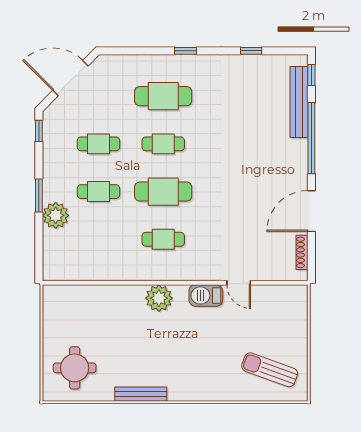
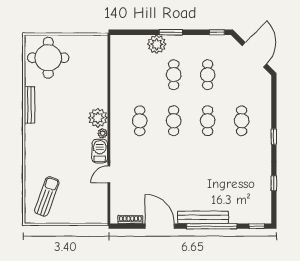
cafe table: (163, 96) -> (242, 121), width x0.73, depth x0.74
bench: (299, 102) -> (203, 217), moved
cafe table: (163, 192) -> (174, 121), width x0.73, depth x0.74
plant: (181, 291) -> (103, 133), added
round table: (75, 368) -> (48, 58), width x1.36, depth x1.36

